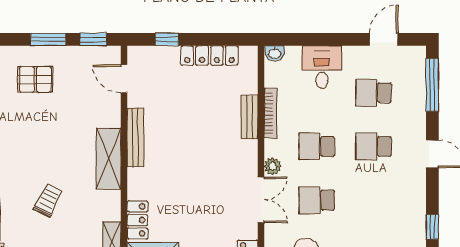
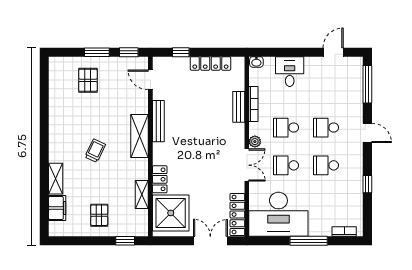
pallet: (35, 79) -> (88, 80), turned 90
school desk: (374, 93) -> (326, 165), moved
trolley: (48, 200) -> (95, 151), moved

